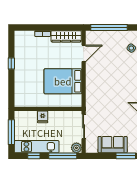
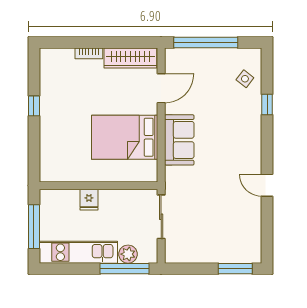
sofa: (113, 145) -> (179, 140), moved, turned 90
plant: (76, 148) -> (128, 254), moved
window: (34, 156) -> (74, 269), removed

